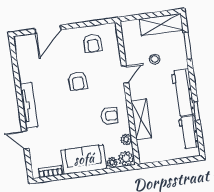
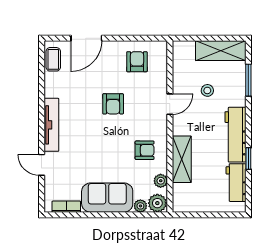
armchair: (93, 43) -> (137, 62), turned 180
coffee table: (23, 51) -> (53, 59), added

